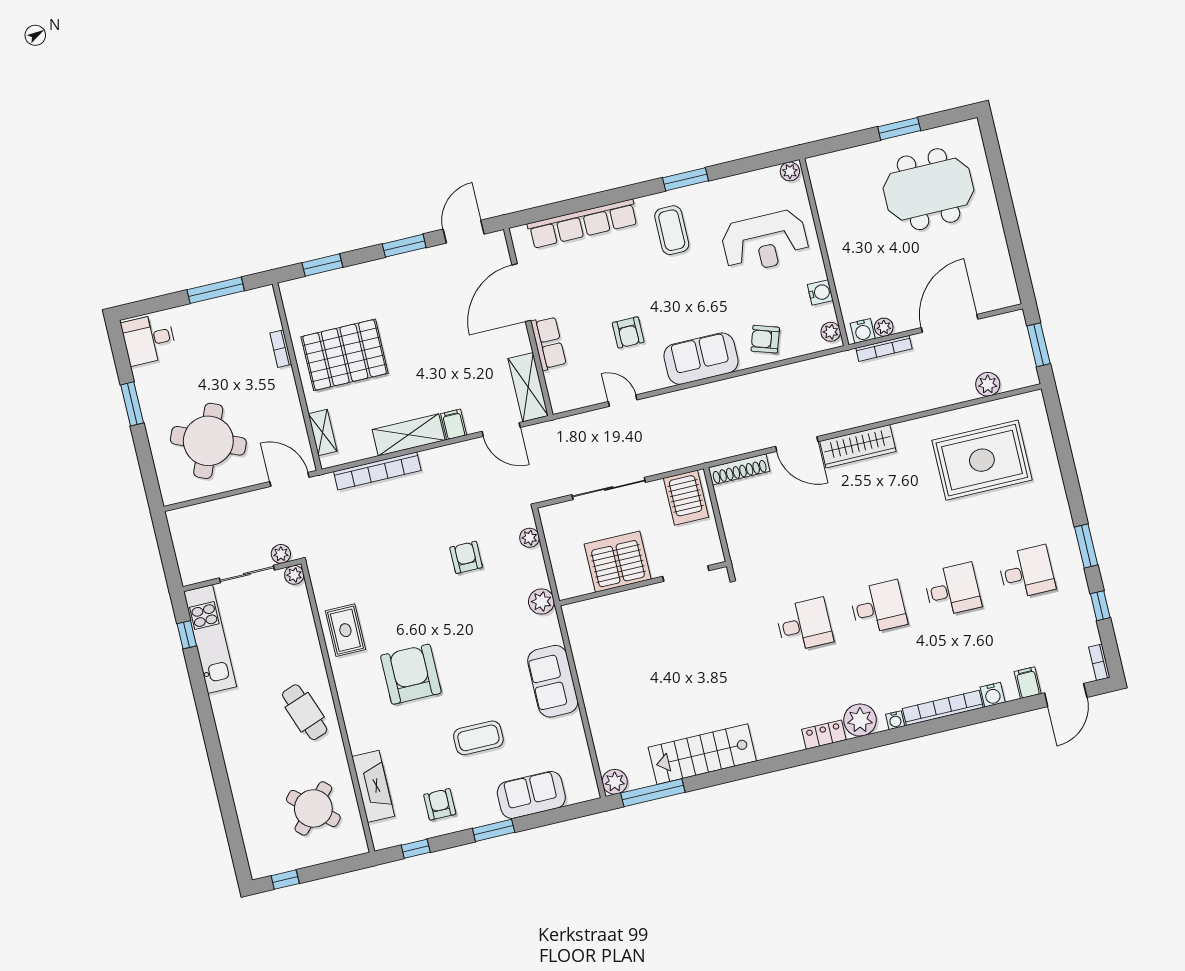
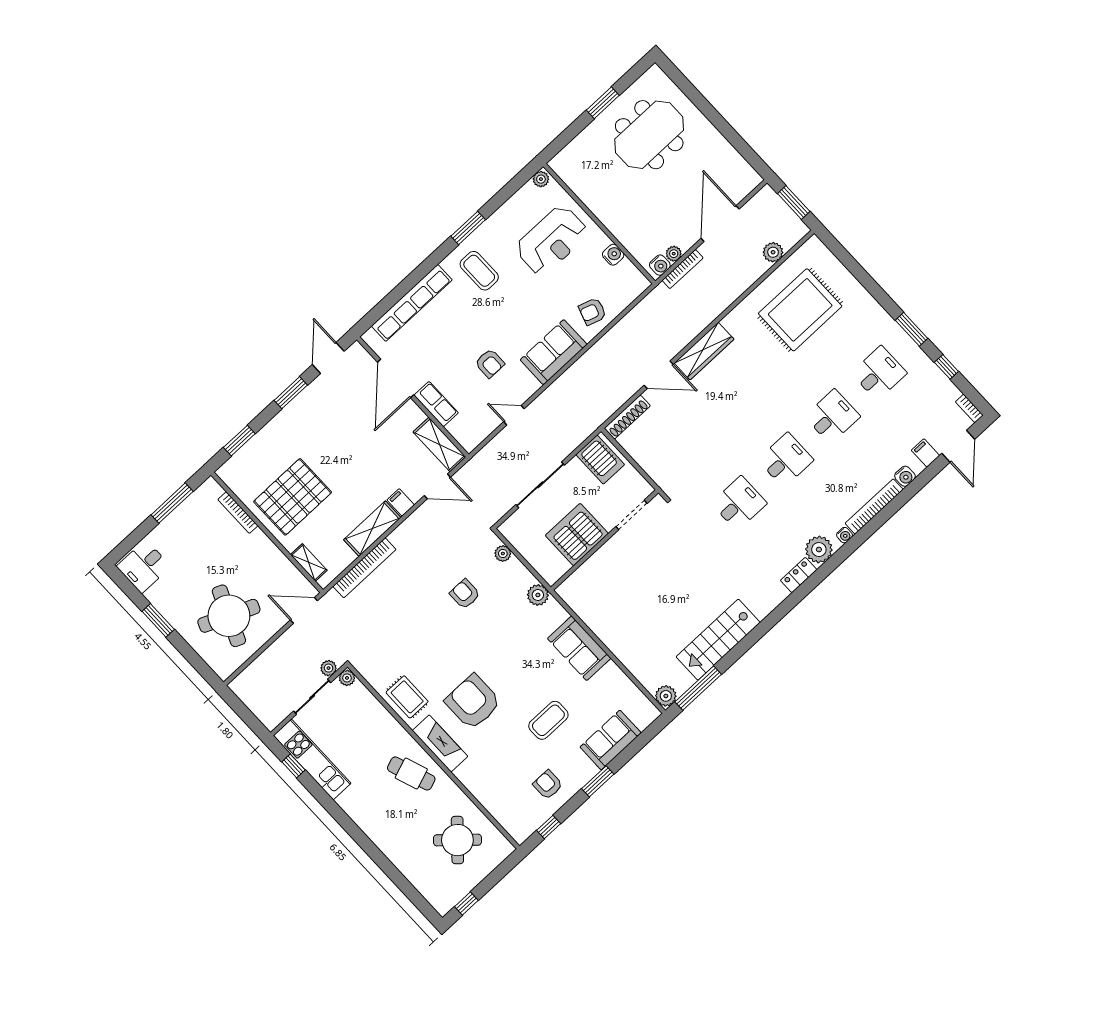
plant: (831, 332) -> (637, 279), removed
bookcase: (281, 349) -> (238, 513), width x1.56
fireplace: (373, 786) -> (440, 743), moved

